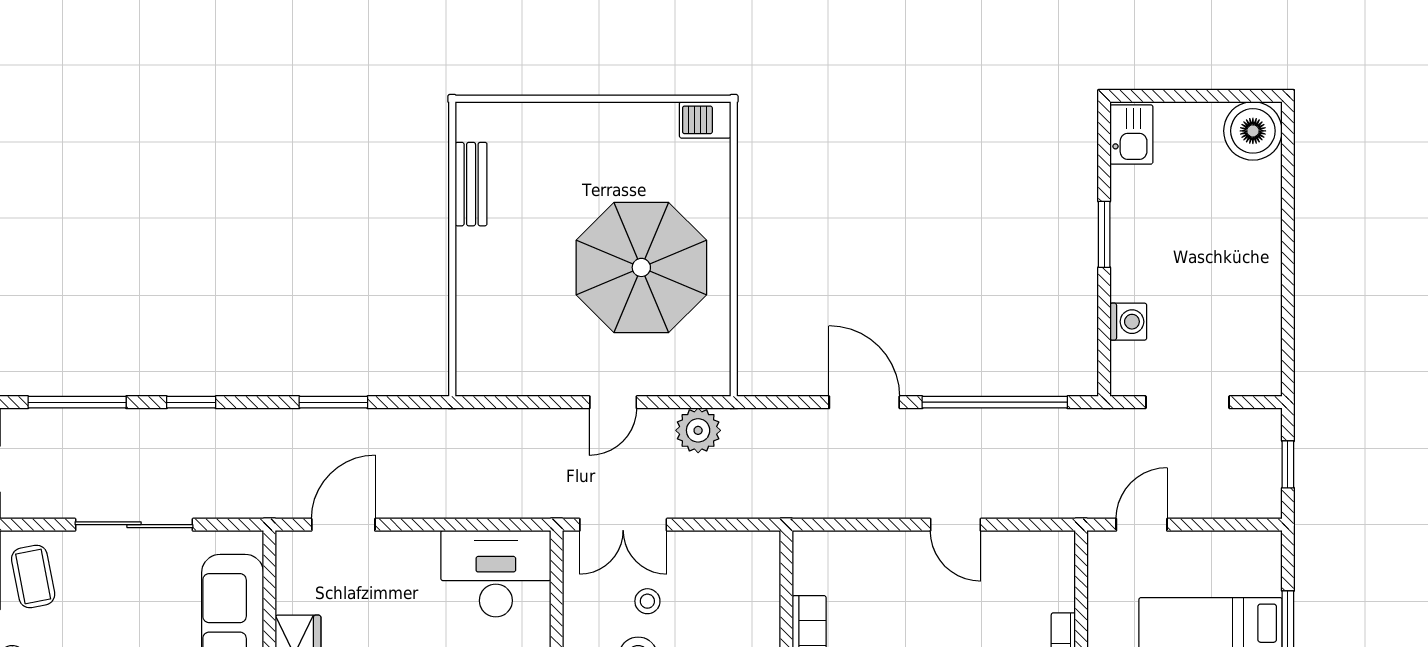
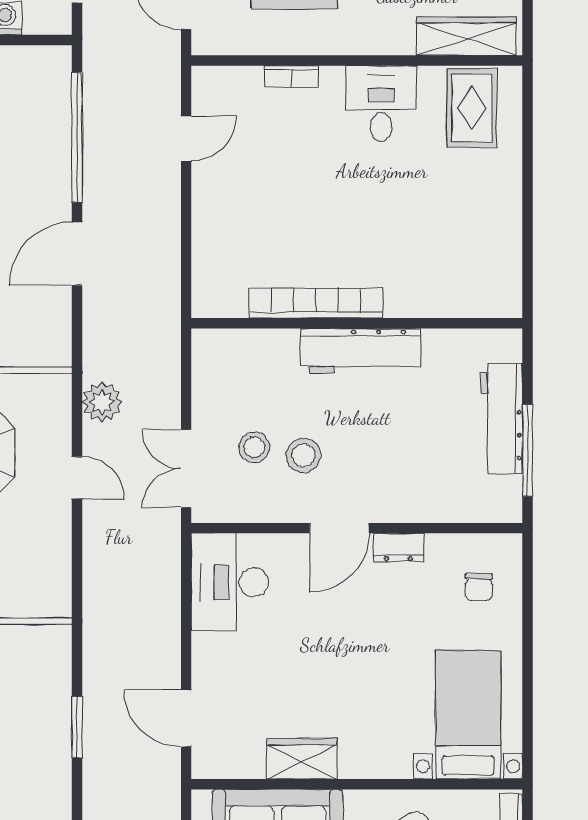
double door: (623, 525) -> (186, 469), swing flipped
door: (955, 525) -> (186, 139), moved
stool: (647, 601) -> (254, 447), width x1.37, depth x1.37

